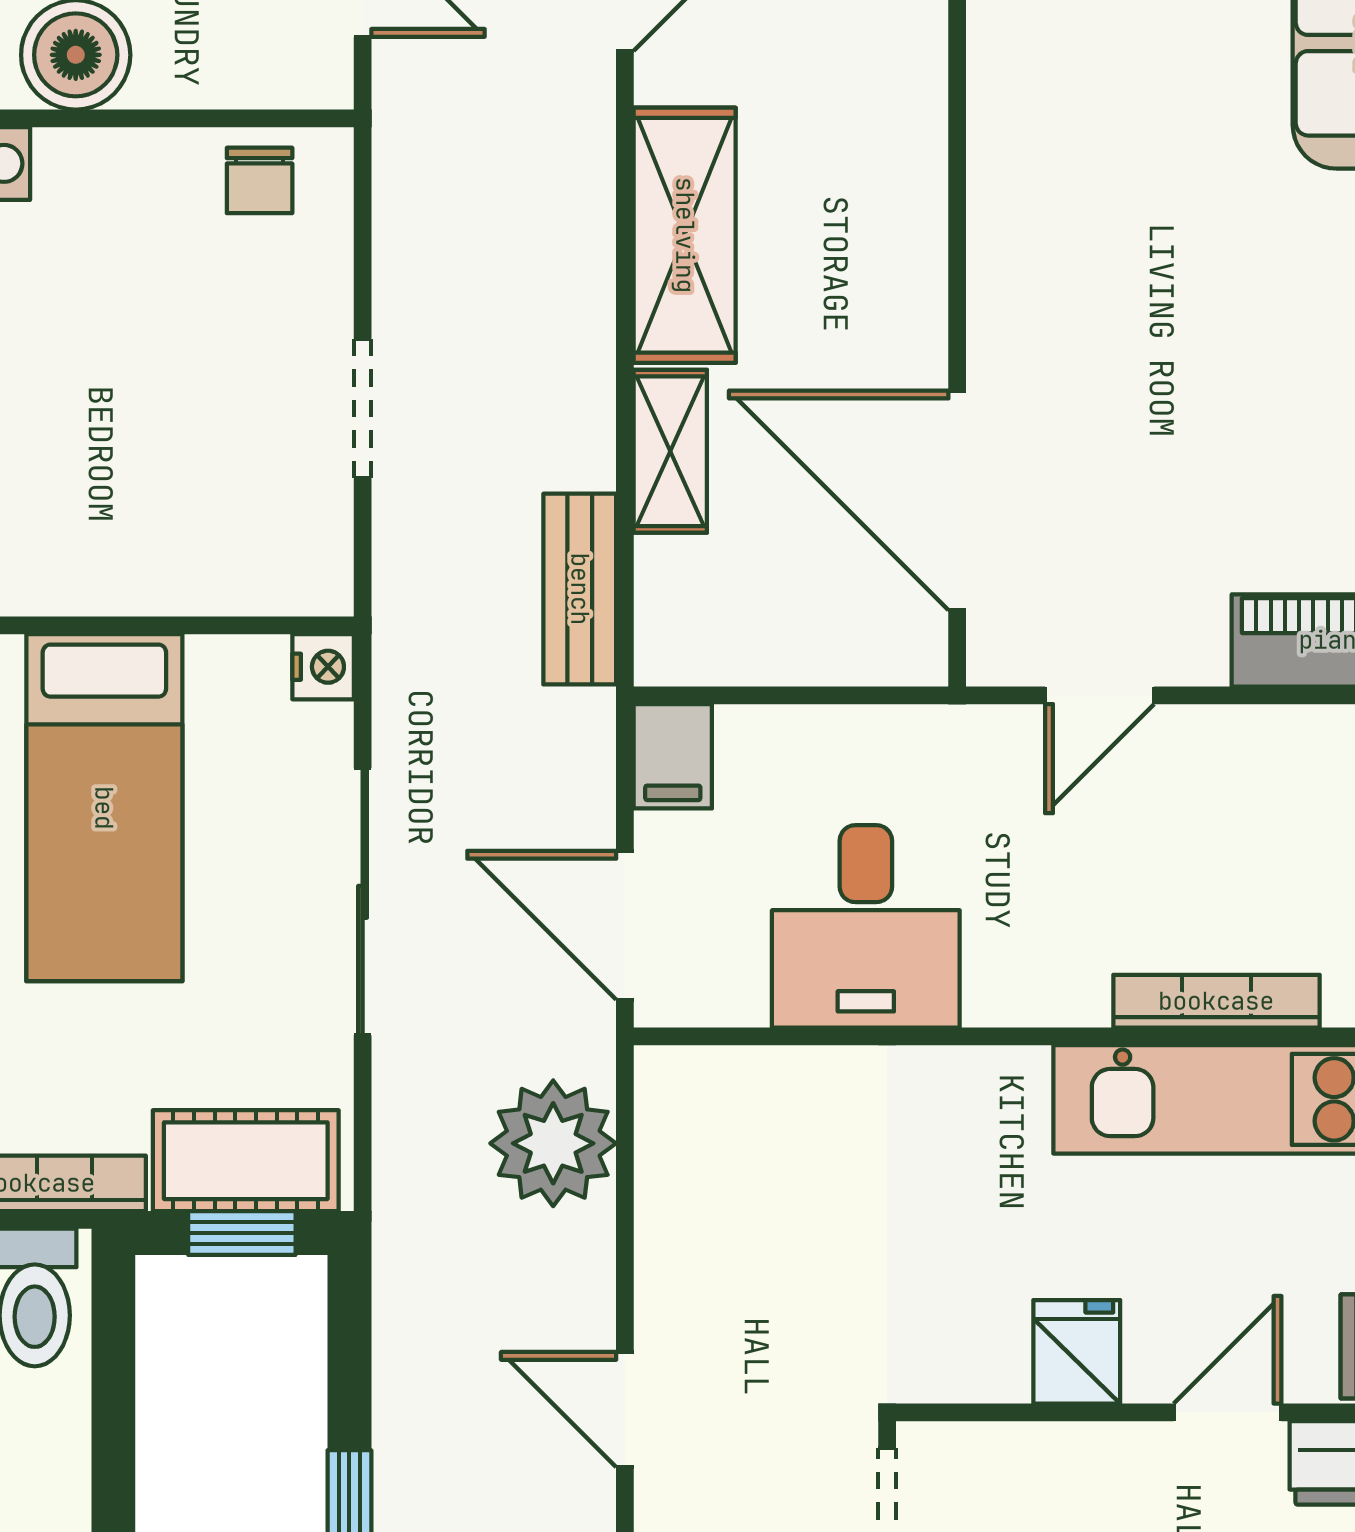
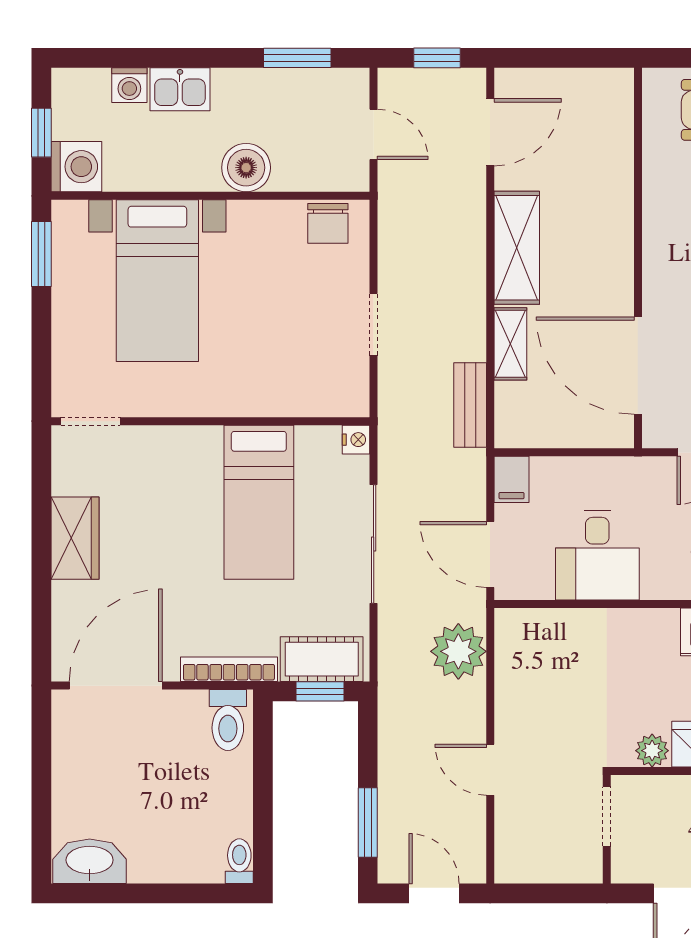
chair: (260, 180) -> (328, 223), width x1.37, depth x1.37
plant: (989, 1366) -> (652, 751), added

